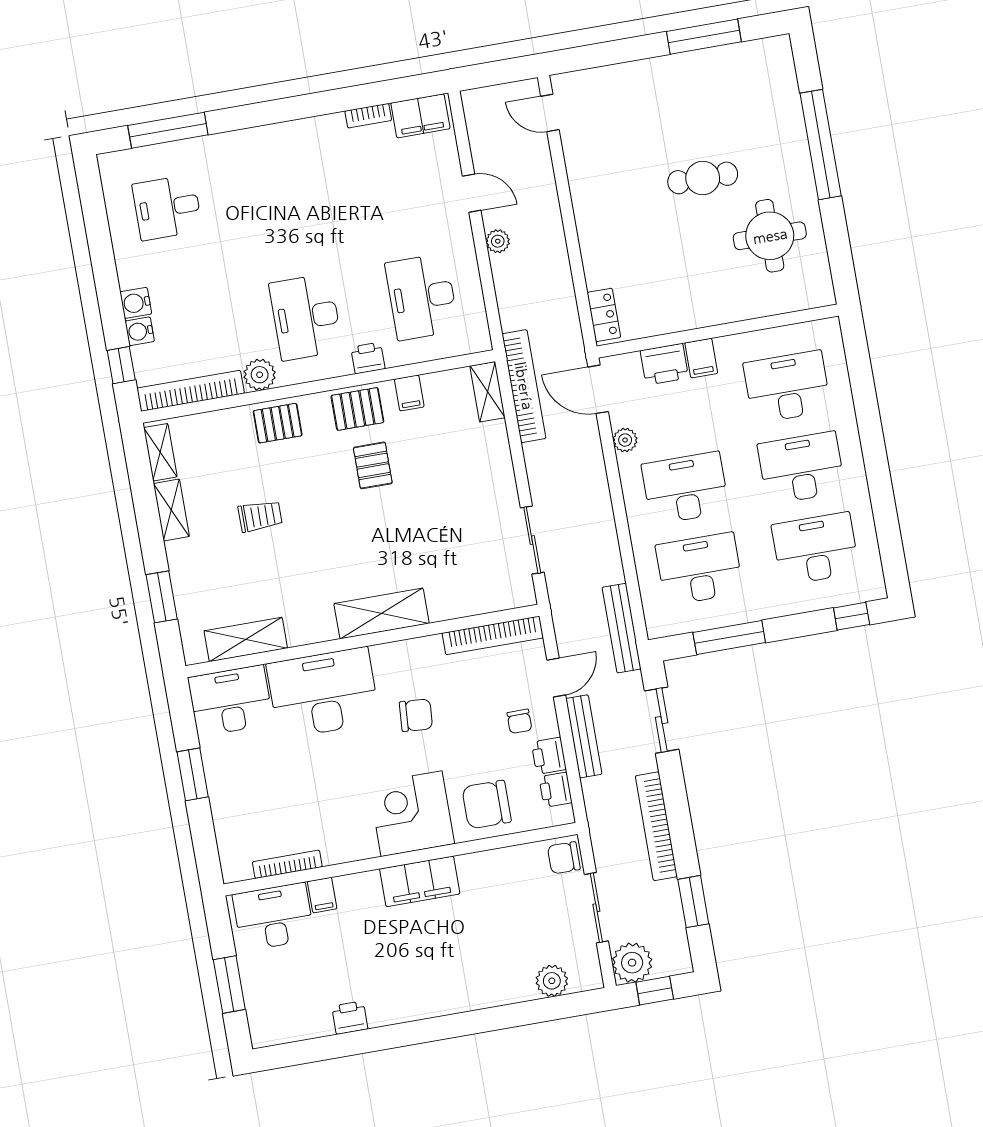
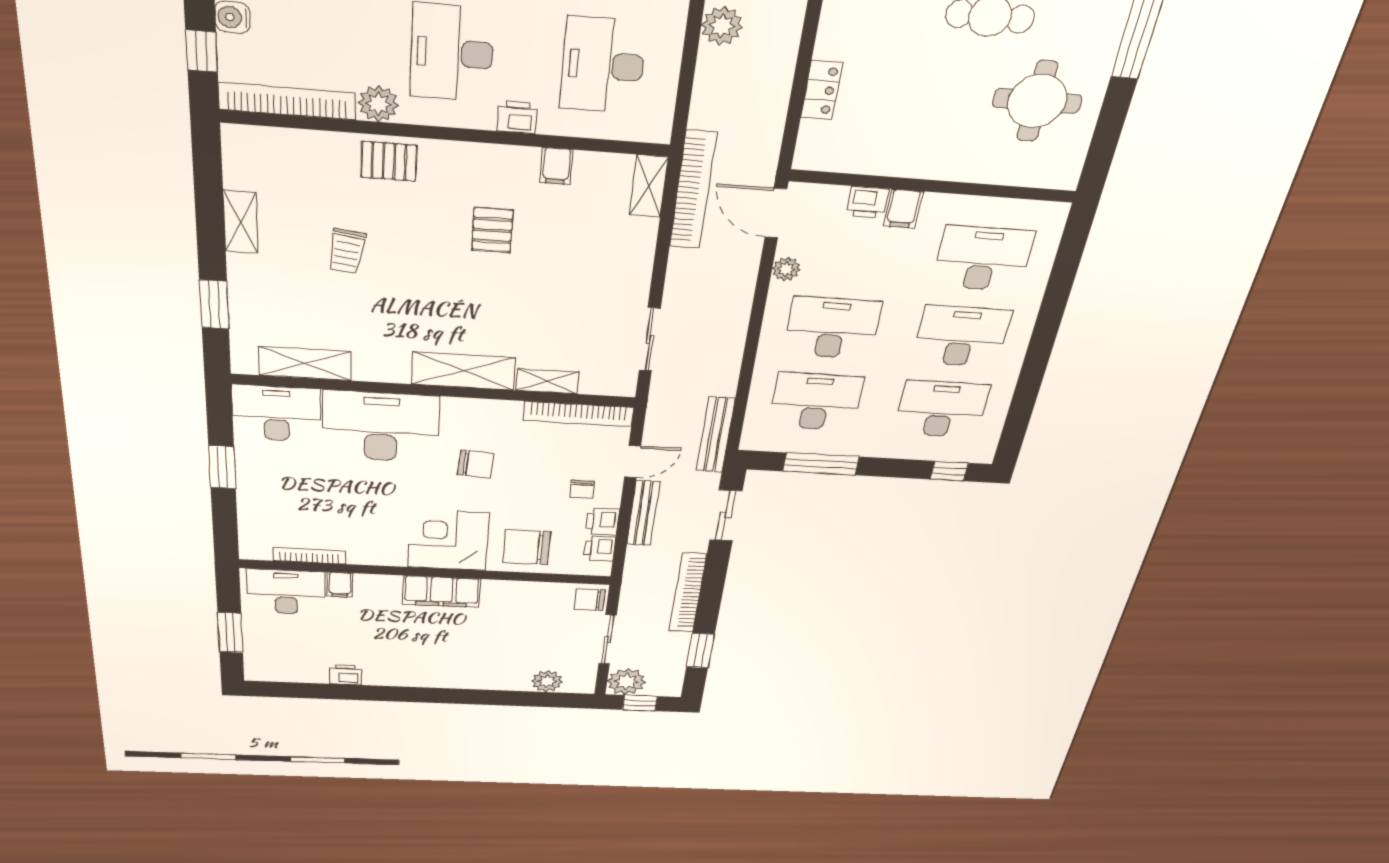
plant: (498, 241) -> (722, 26), width x1.38, depth x1.38
locker: (604, 315) -> (822, 90), moved
printer: (664, 364) -> (867, 202), width x0.73, depth x0.81
pallet: (357, 409) -> (490, 169), removed
shelving: (160, 452) -> (547, 381), moved, turned 90
trolley: (260, 516) -> (347, 251), turned 98

